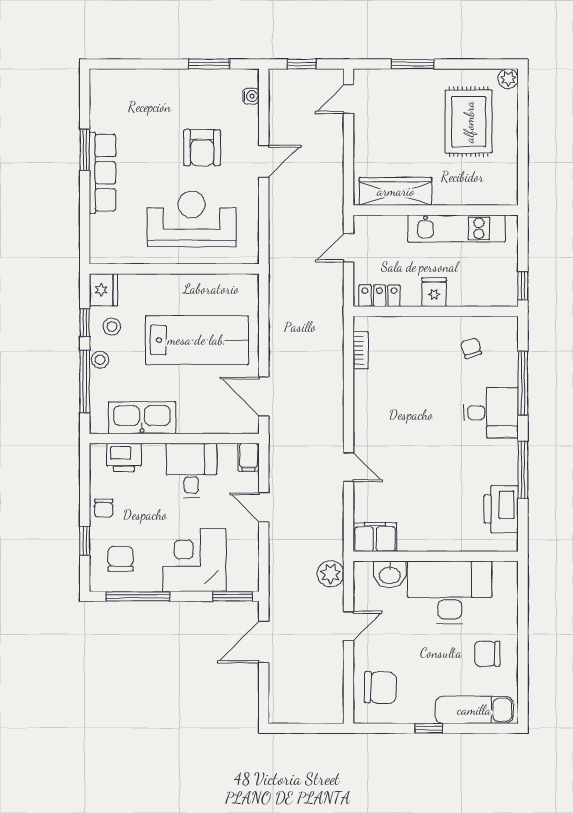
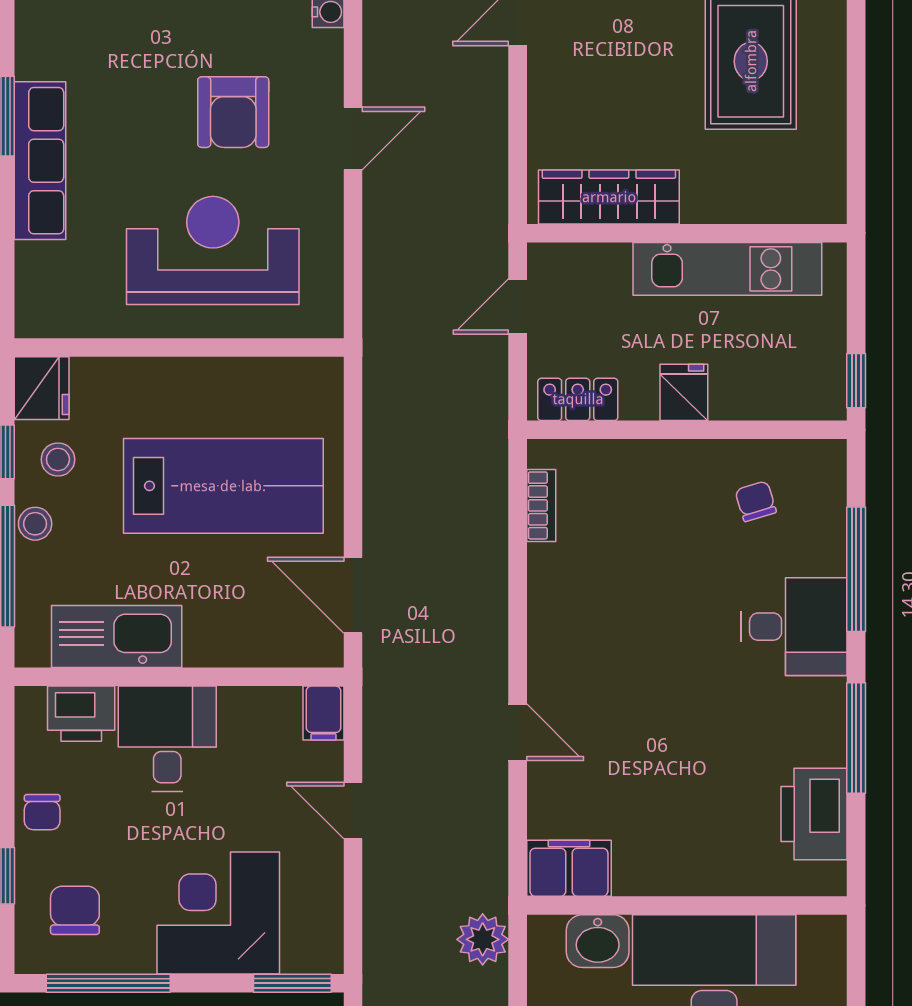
desk: (191, 470) -> (167, 739), moved

